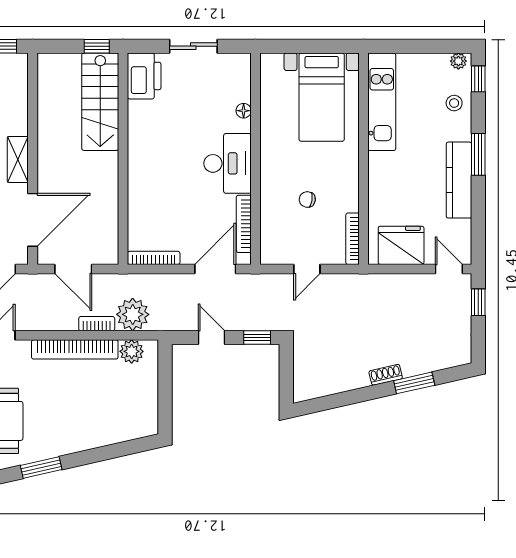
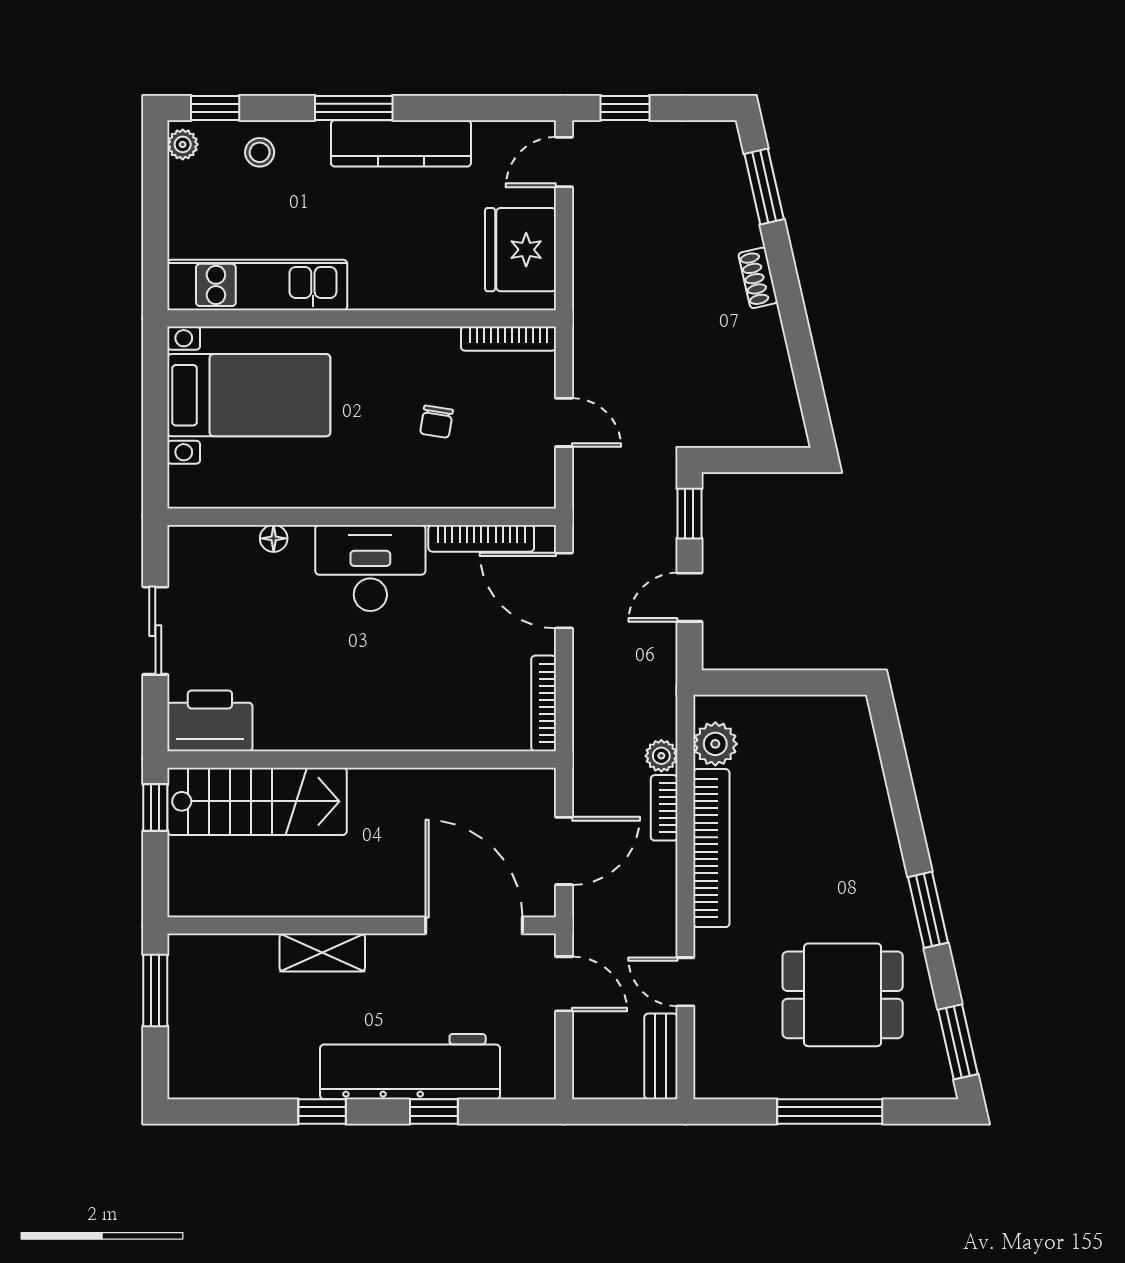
shelving: (18, 159) -> (322, 953), moved
plant: (133, 314) -> (661, 756), width x0.53, depth x0.53
window: (414, 383) -> (764, 187), moved

